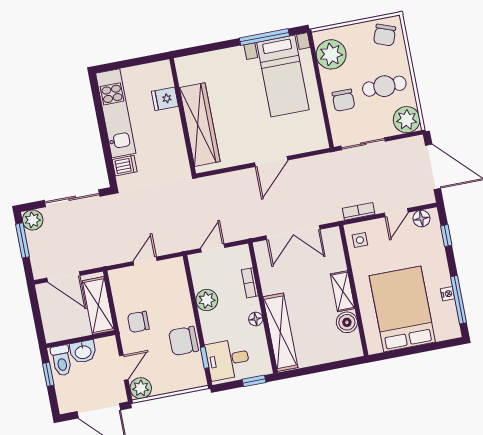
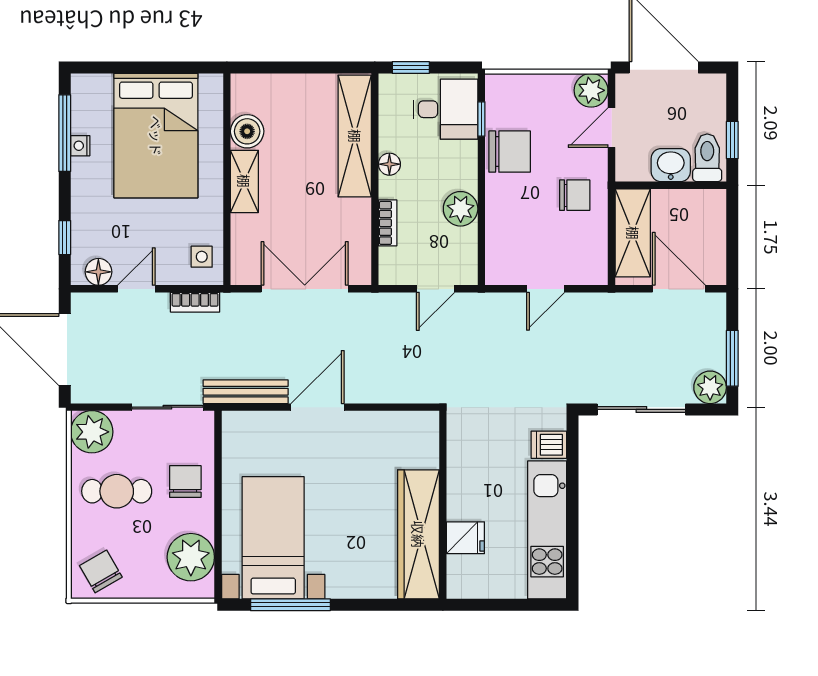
chair: (385, 35) -> (101, 571), turned -50
wardrobe: (200, 125) -> (418, 534), moved
bench: (317, 162) -> (246, 392), added

